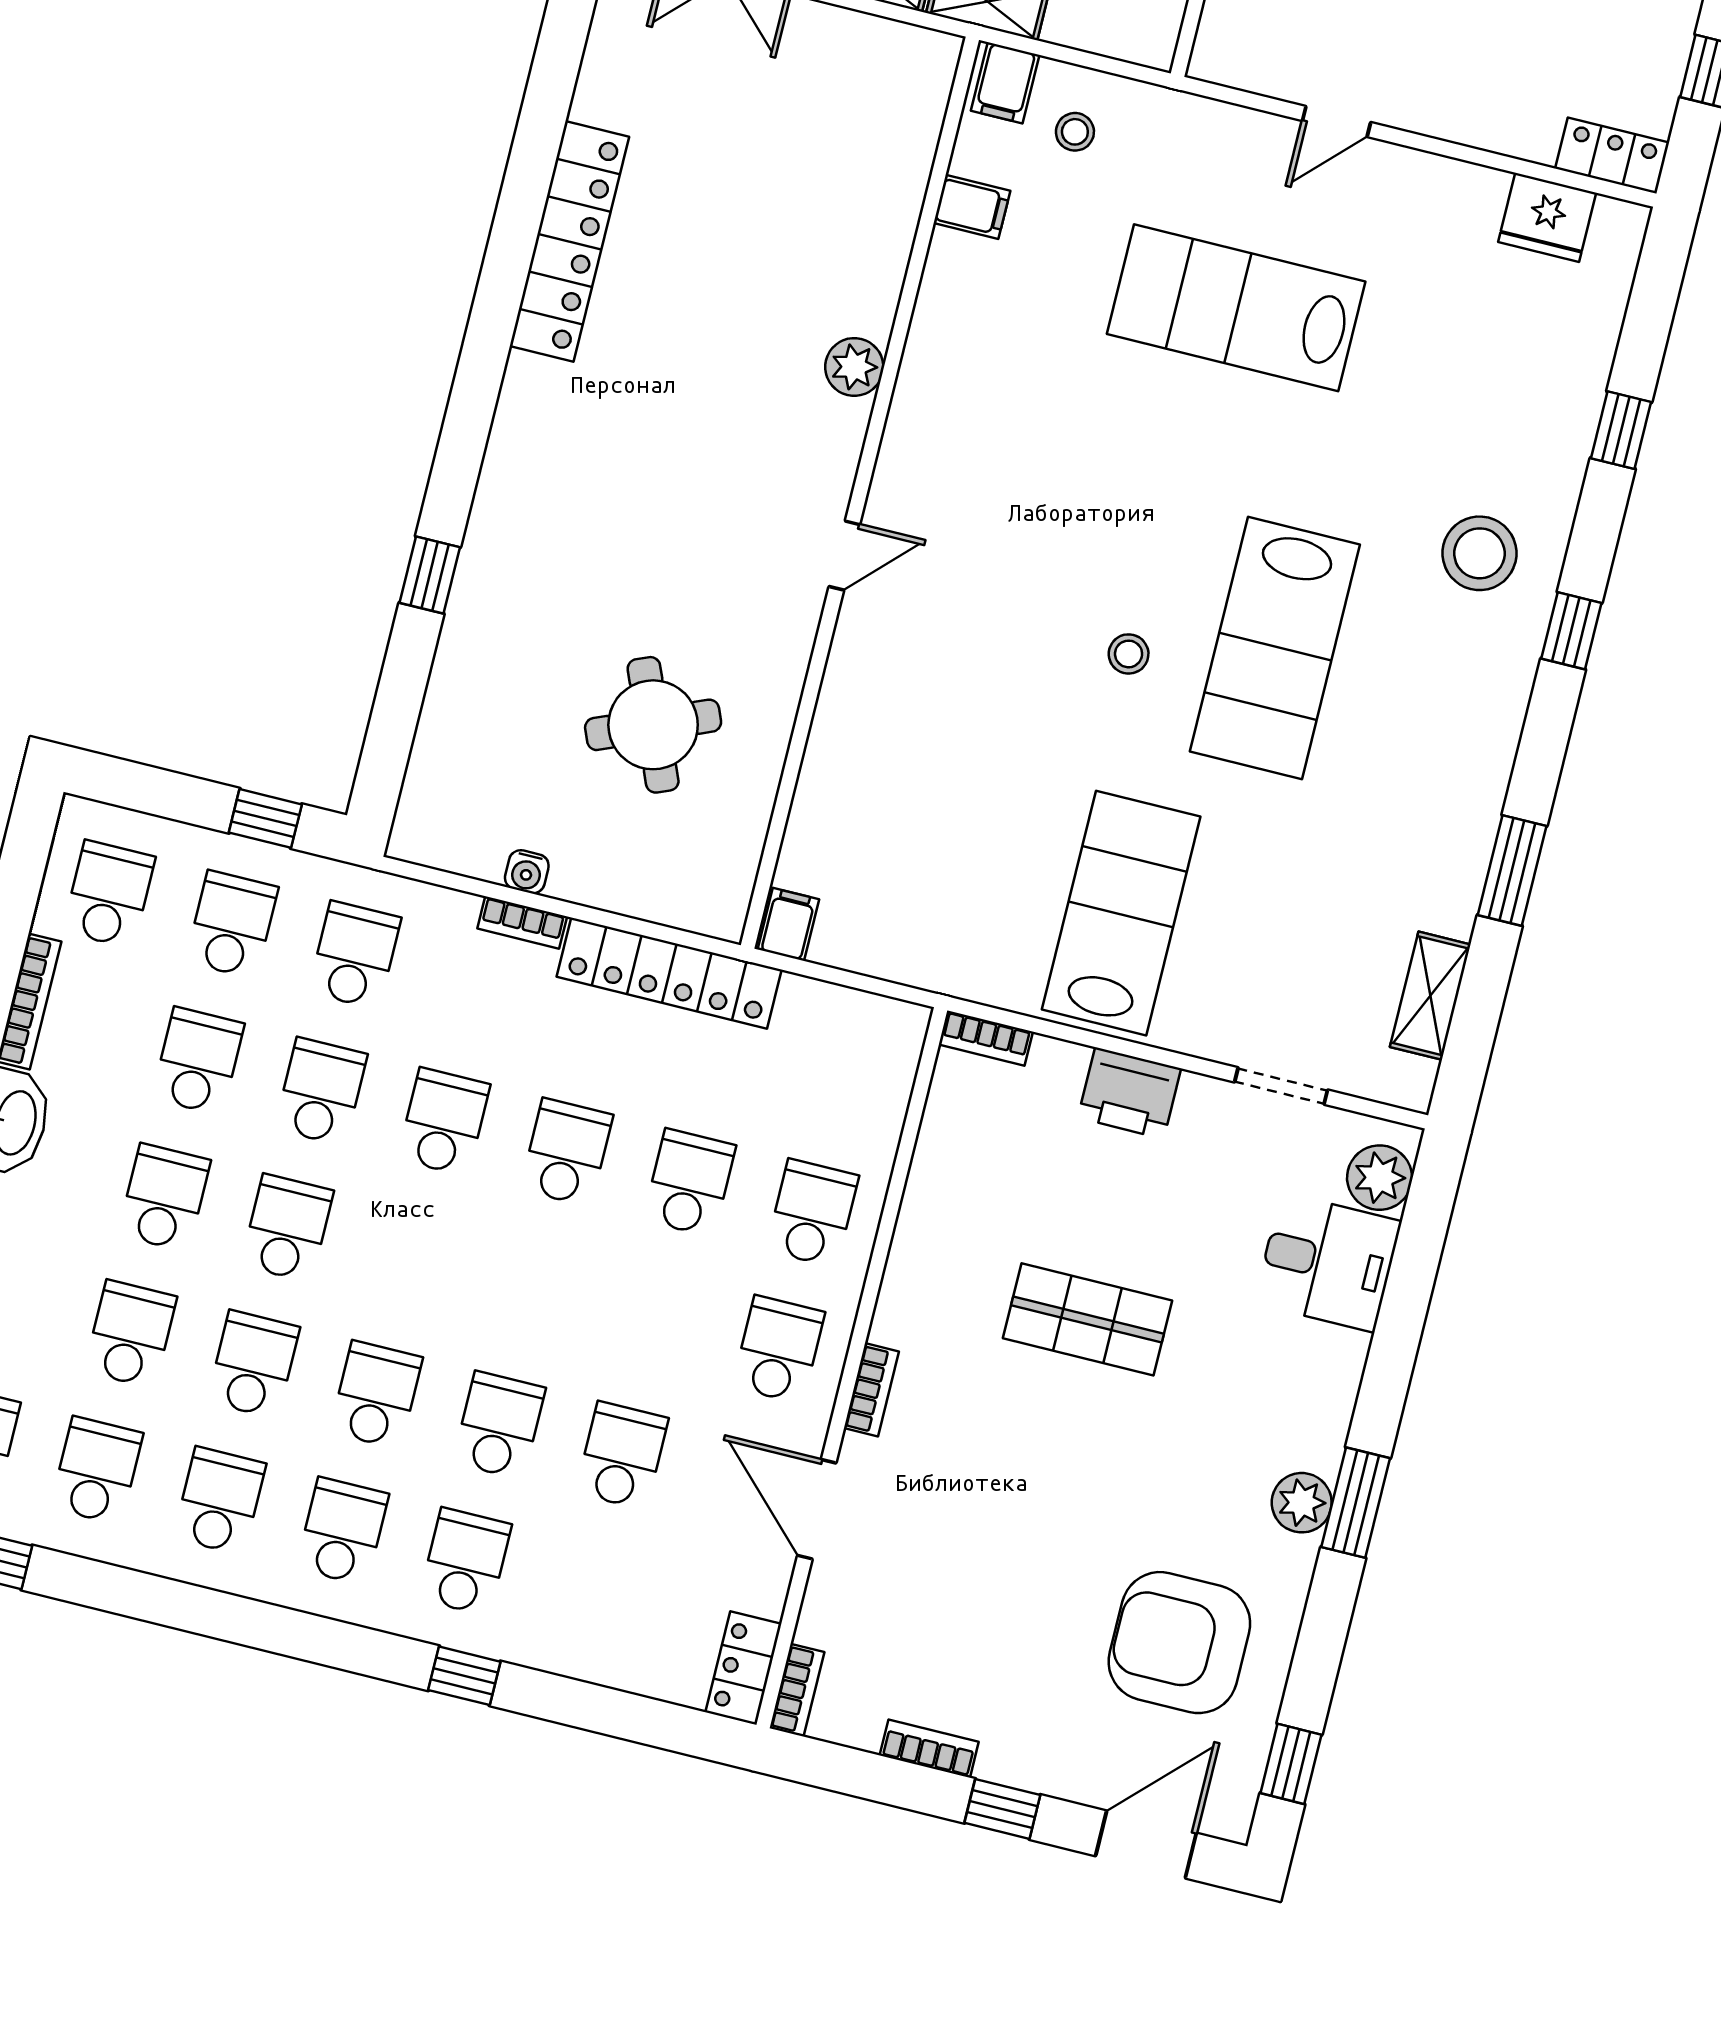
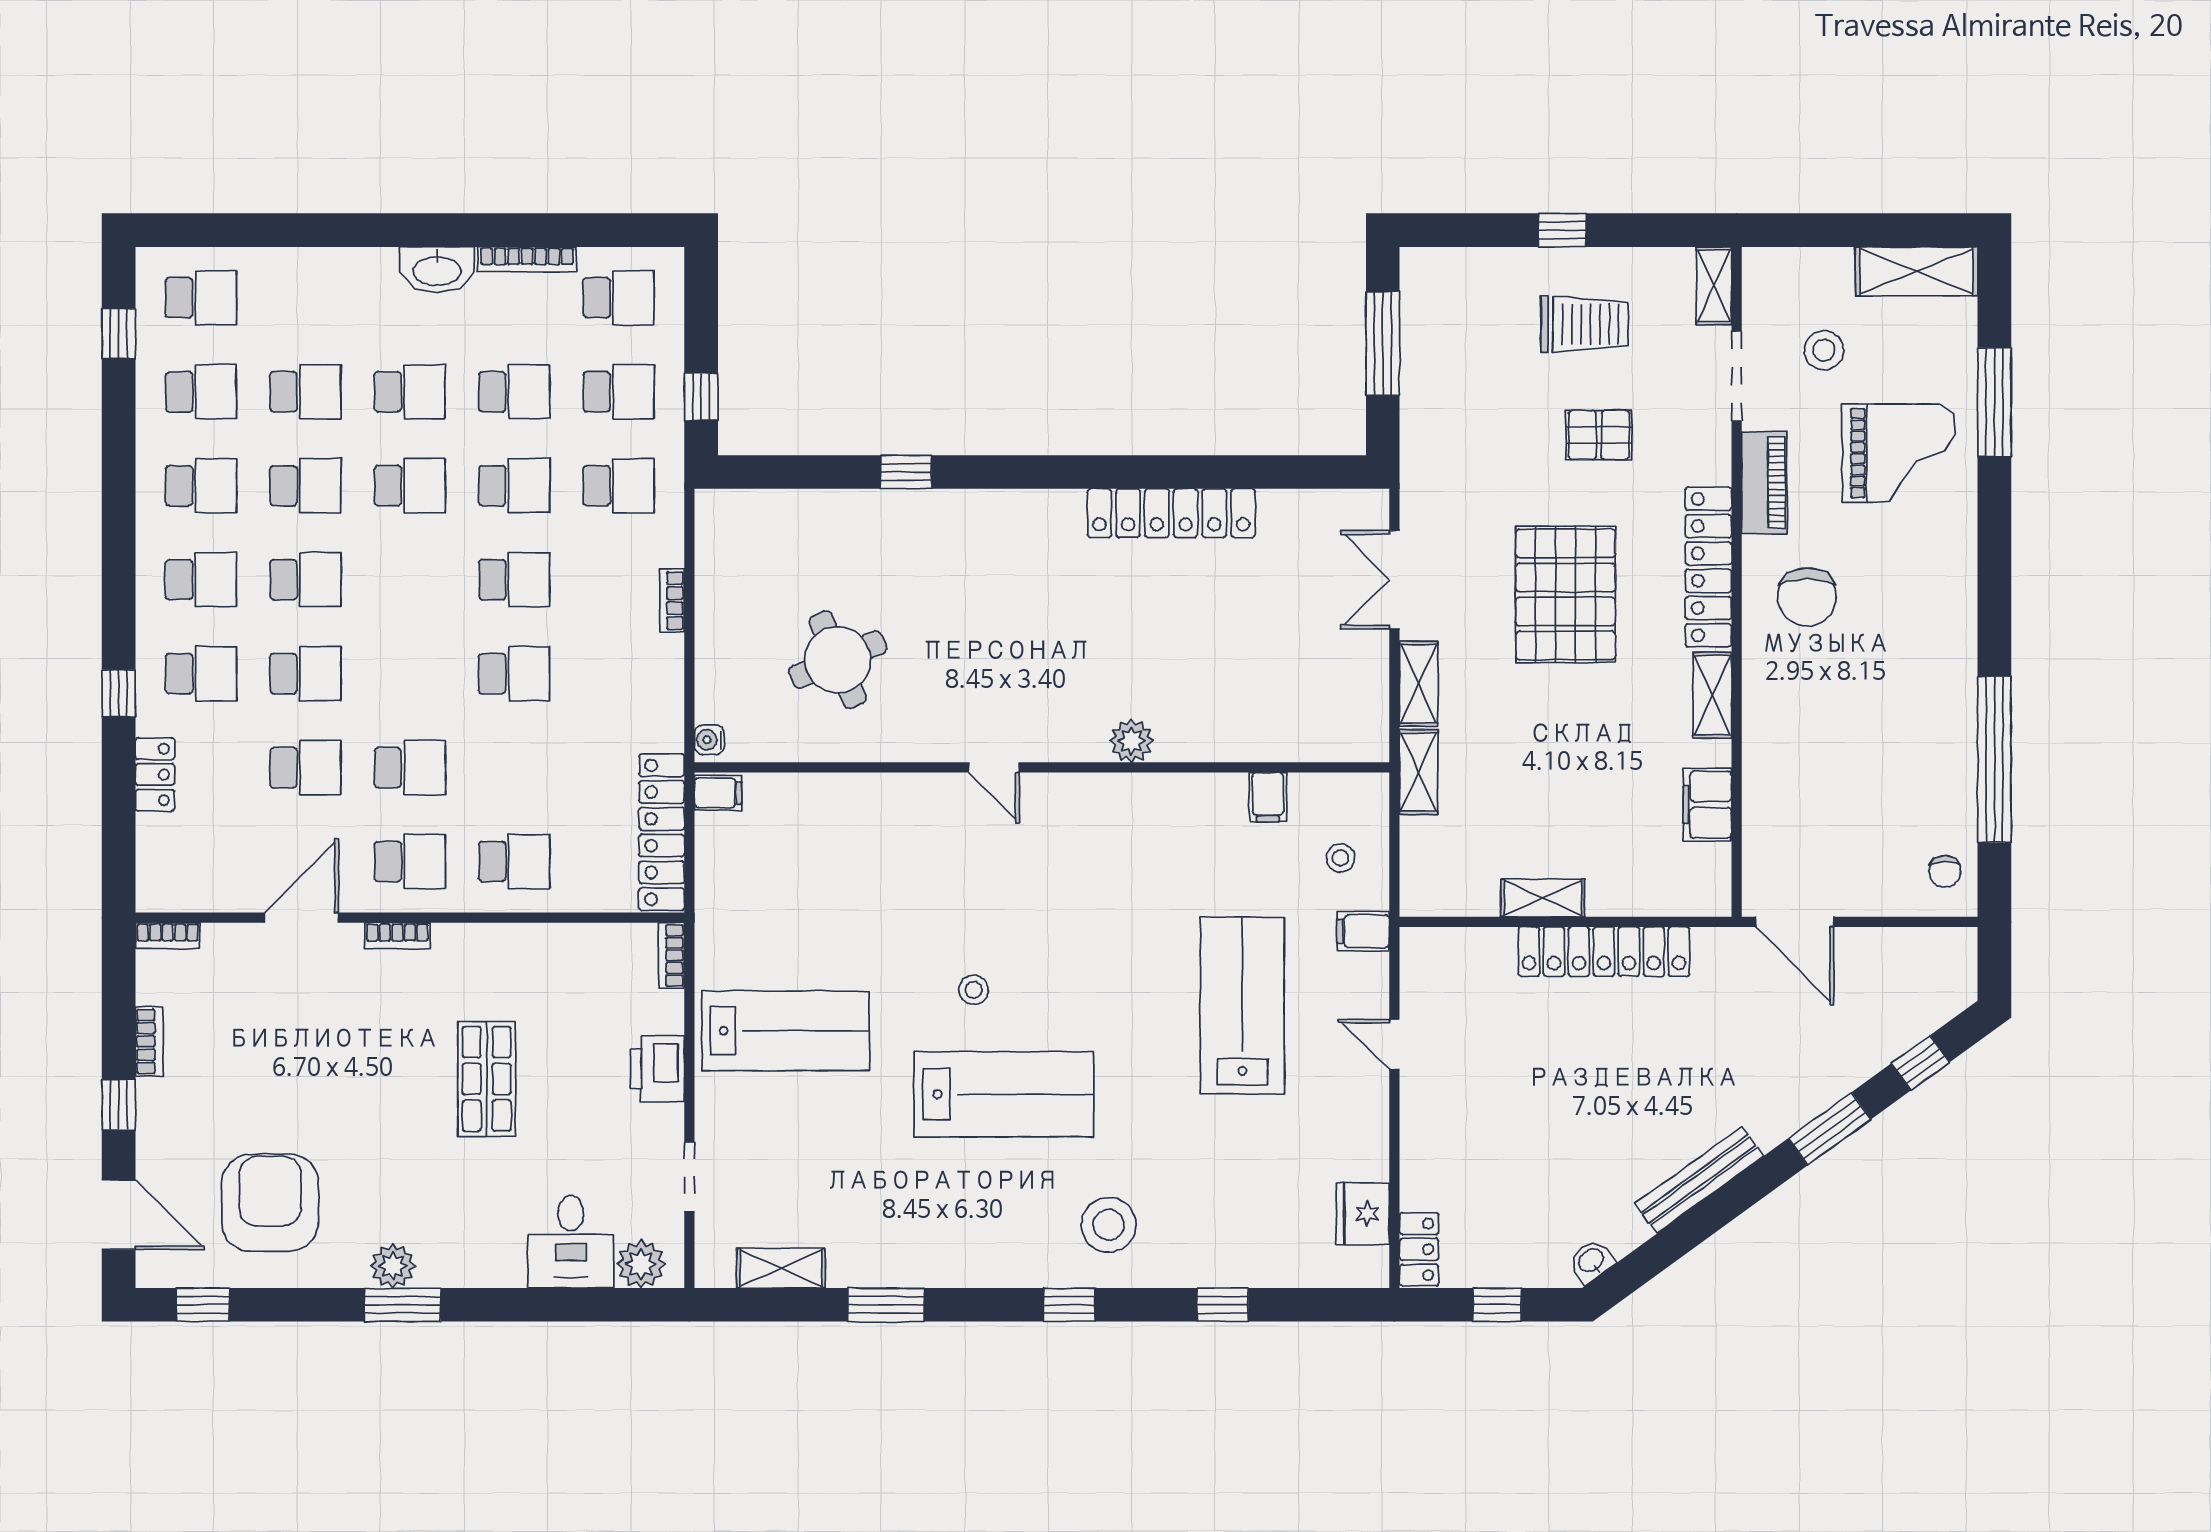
filing cabinet: (1005, 83) -> (1363, 931), moved
lab bench: (1275, 648) -> (1004, 1094), turned 180
water cooler: (527, 872) -> (709, 740), moved
locker: (669, 973) -> (662, 832), moved
school desk: (689, 1183) -> (410, 768), moved
locker: (743, 1668) -> (155, 774), moved, turned 90

